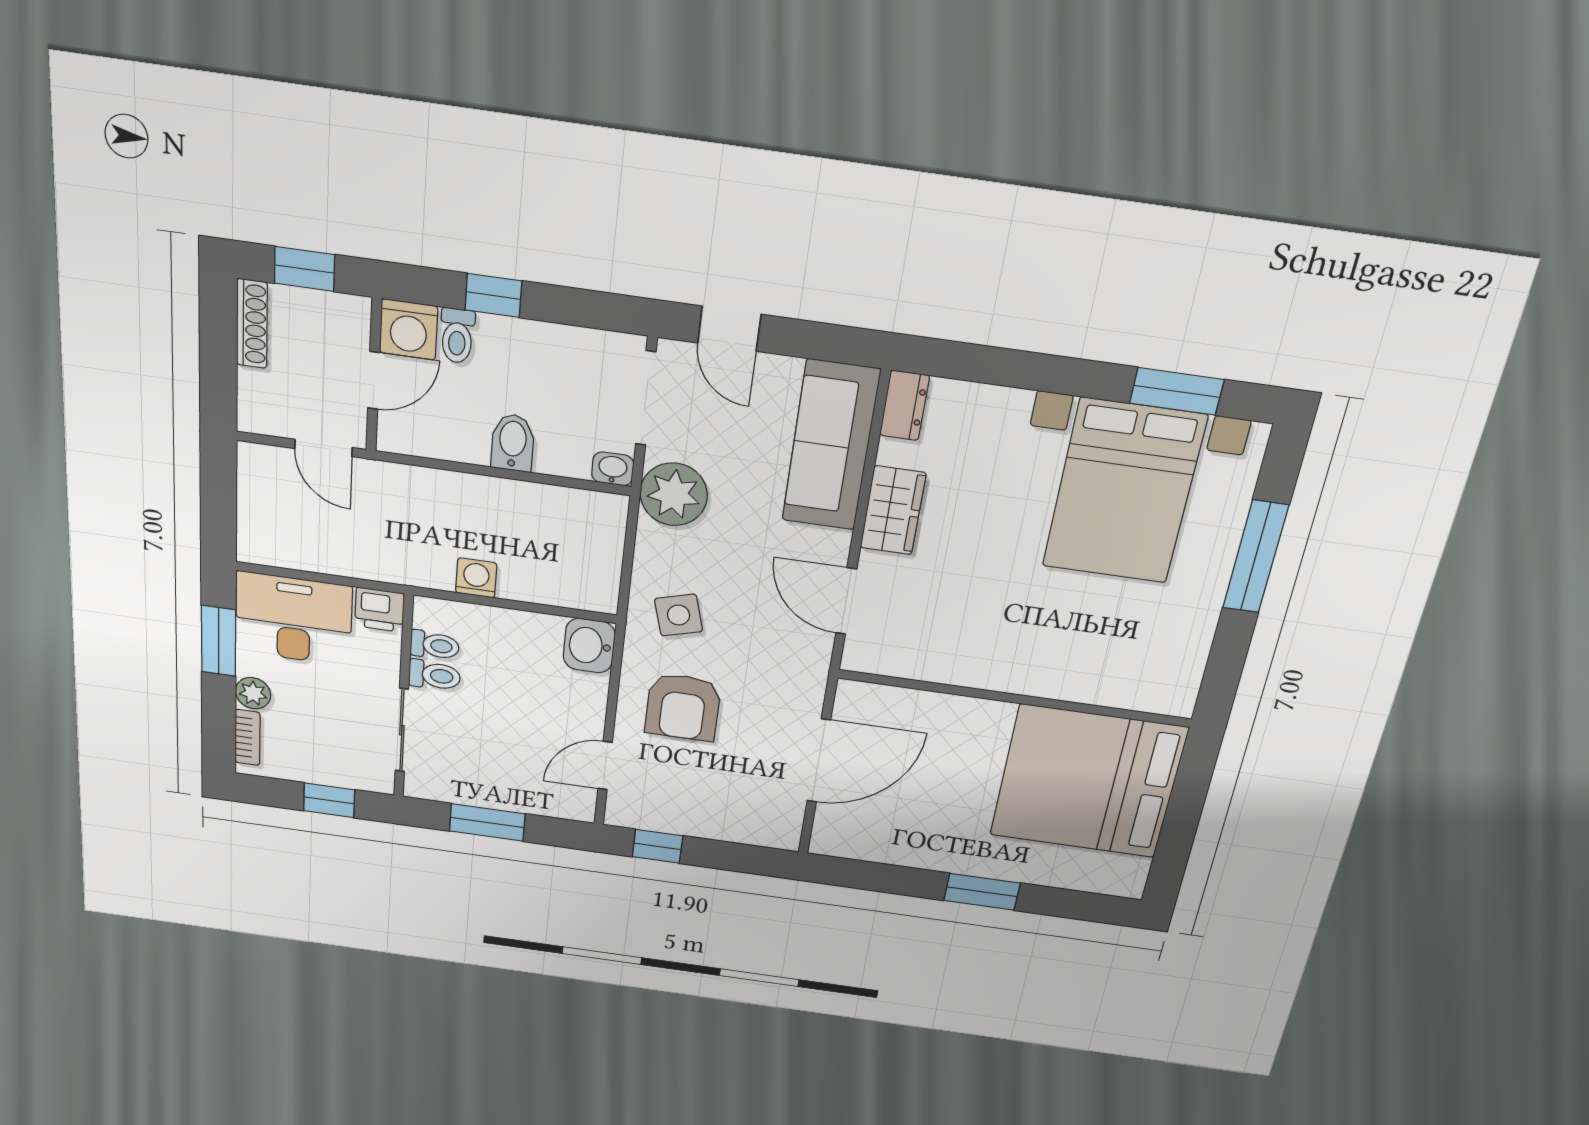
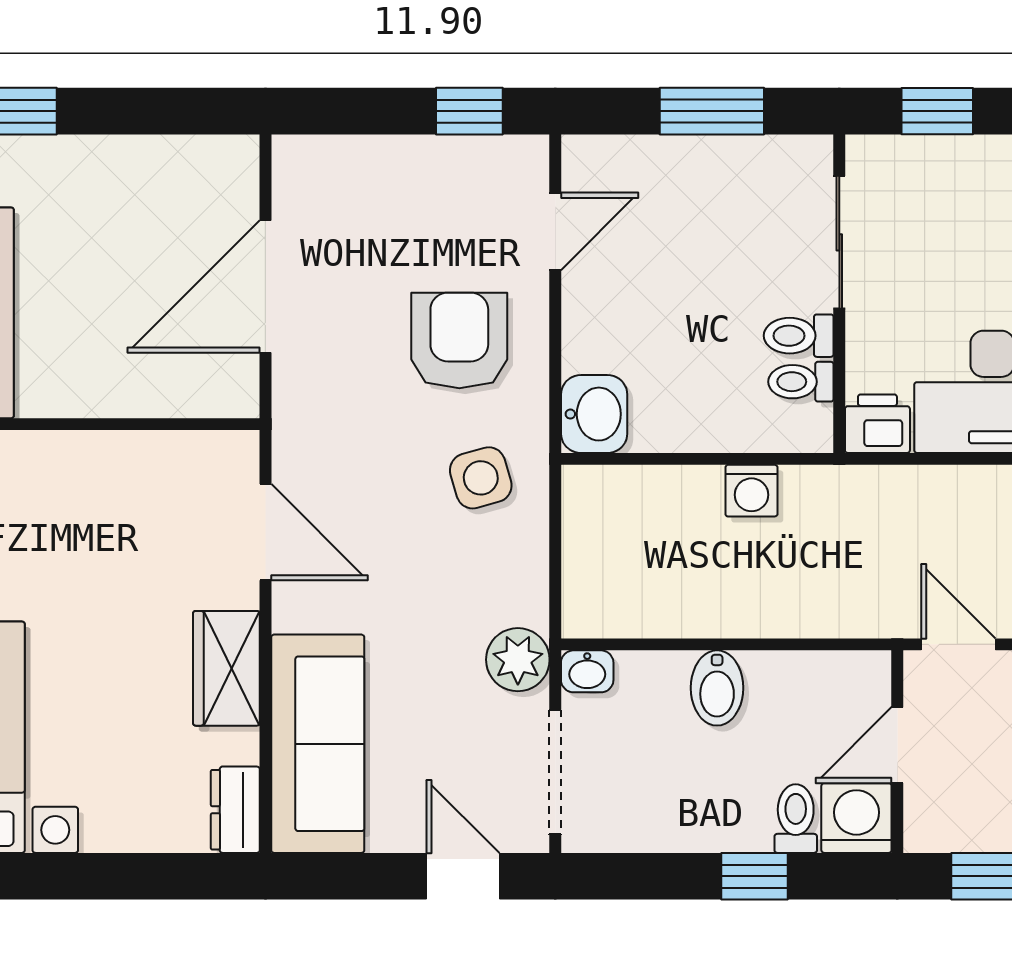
plant: (674, 494) -> (518, 660), width x0.73, depth x0.73

